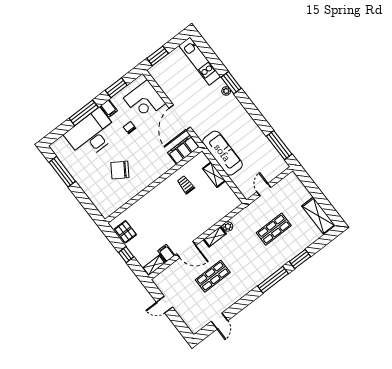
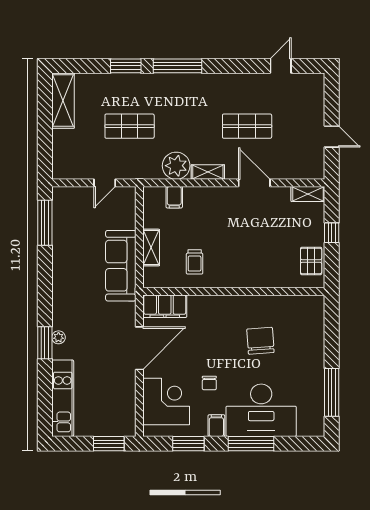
chair: (120, 170) -> (260, 341), turned -127
plant: (228, 226) -> (176, 166), width x1.88, depth x1.88
filing cabinet: (166, 253) -> (174, 197), moved

